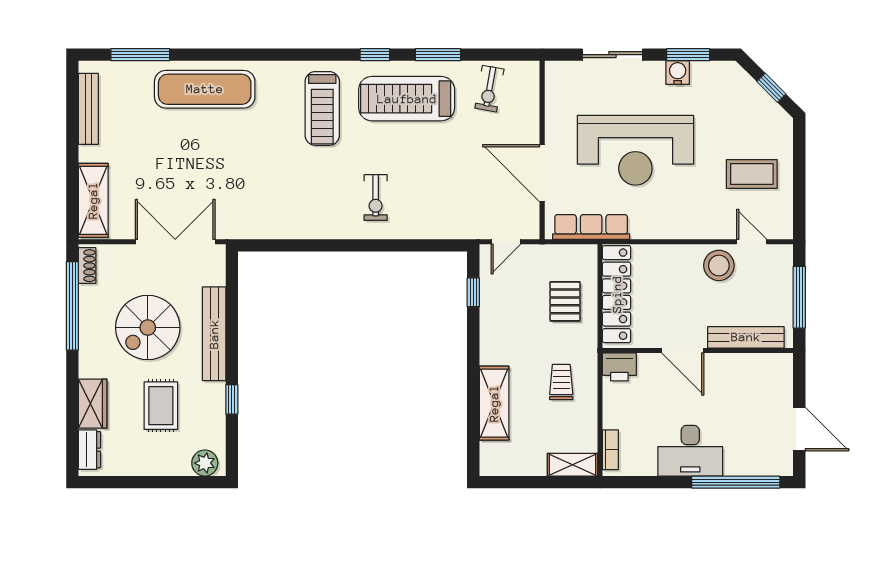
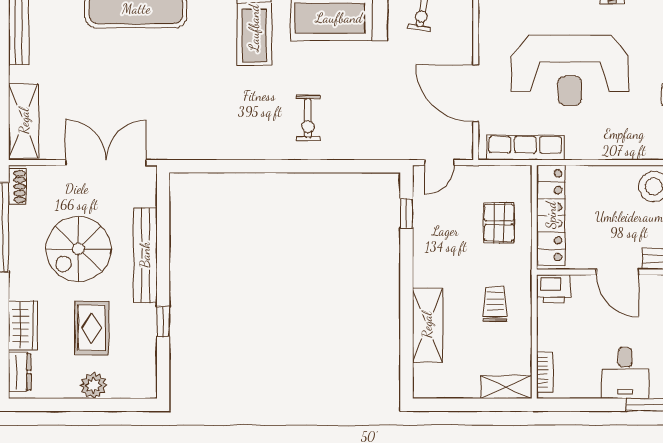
desk: (690, 451) -> (625, 373), width x0.73
plant: (205, 463) -> (94, 385), moved

